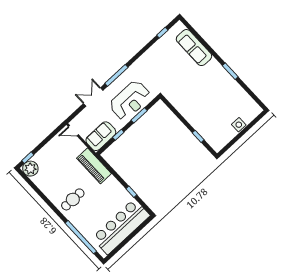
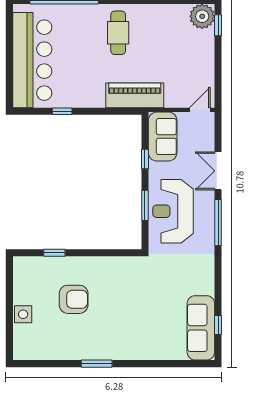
sofa: (194, 48) -> (201, 328), moved, turned -90
double door: (93, 97) -> (218, 171), swing flipped
armchair: (211, 108) -> (74, 299), added

